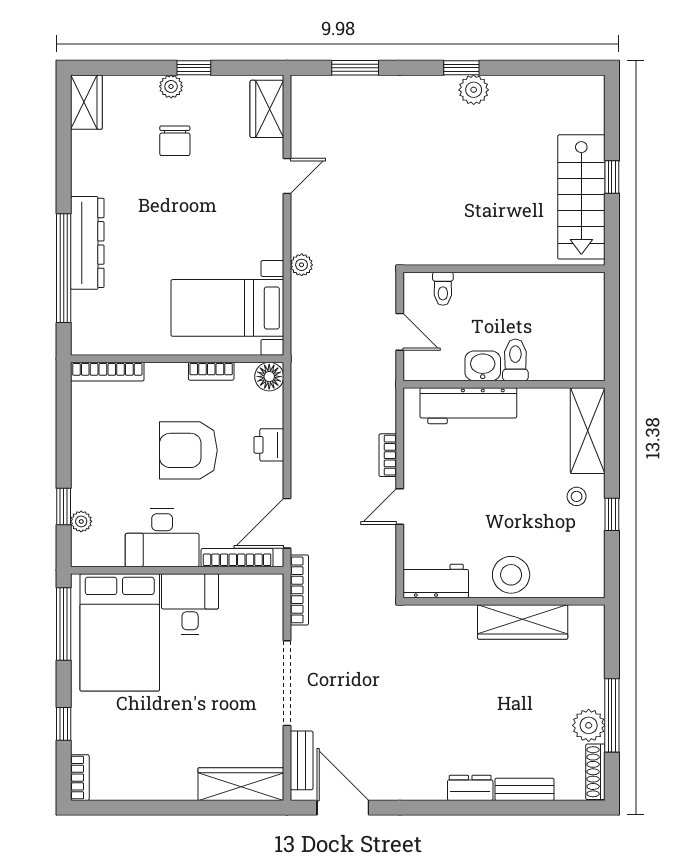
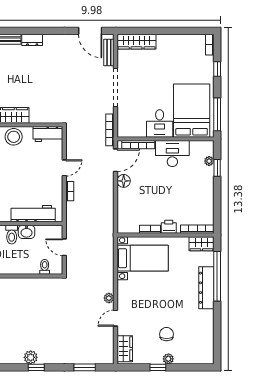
wardrobe: (86, 102) -> (202, 244), moved, turned -90
plant: (302, 265) -> (109, 298), moved
floor lamp: (269, 377) -> (124, 181), moved
printer: (269, 445) -> (169, 227), moved, turned -90
armchair: (188, 450) -> (160, 193), removed

